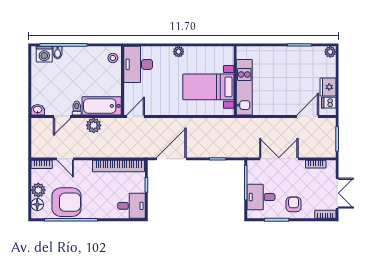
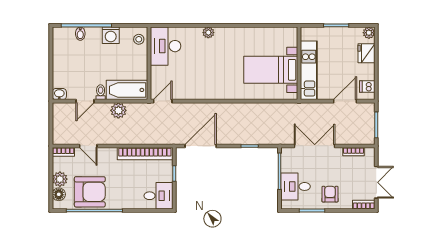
washing machine: (44, 54) -> (111, 35), moved
wall: (235, 81) -> (299, 63), moved
bed with nightstands: (208, 87) -> (271, 70), moved
kitchen unit: (244, 87) -> (309, 70), moved
fridge: (328, 87) -> (366, 53), moved

